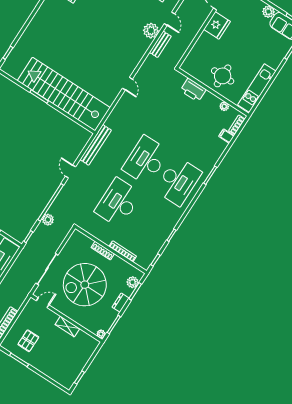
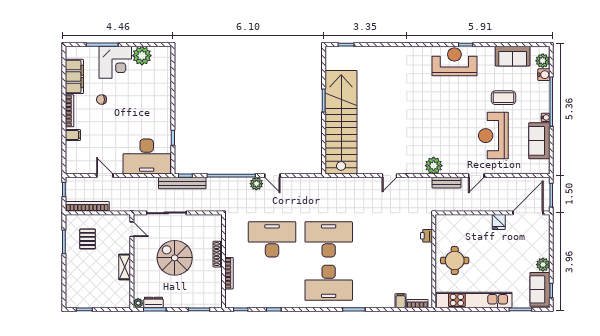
fridge: (217, 25) -> (499, 222), width x0.53, depth x0.75
plant: (151, 31) -> (434, 166), moved
kitchen unit: (257, 88) -> (474, 300), width x1.36
printer: (193, 90) -> (426, 236), width x0.53, depth x0.68
plant: (224, 106) -> (427, 281), removed
bench: (96, 145) -> (182, 183), moved
door: (71, 171) -> (272, 176), swing flipped
plant: (48, 220) -> (256, 184), moved
plant: (132, 282) -> (206, 301), removed
spiral stairs: (85, 285) -> (175, 258), width x0.73, depth x0.73
dresser: (121, 303) -> (153, 302), moved
pallet: (28, 341) -> (88, 239), turned 90

